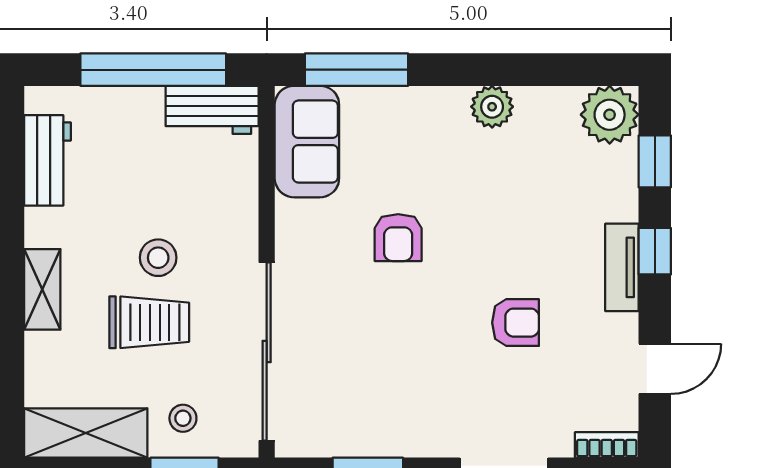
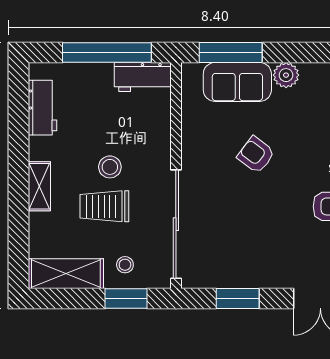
plant: (492, 107) -> (286, 75), moved
sofa: (307, 142) -> (237, 82), moved, turned 90
armchair: (398, 238) -> (256, 155), turned 127
trolley: (149, 322) -> (104, 206), turned 180

